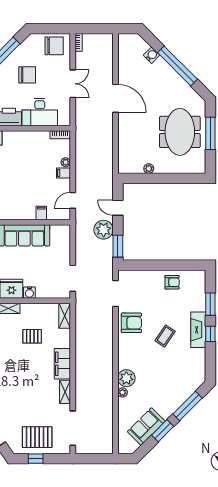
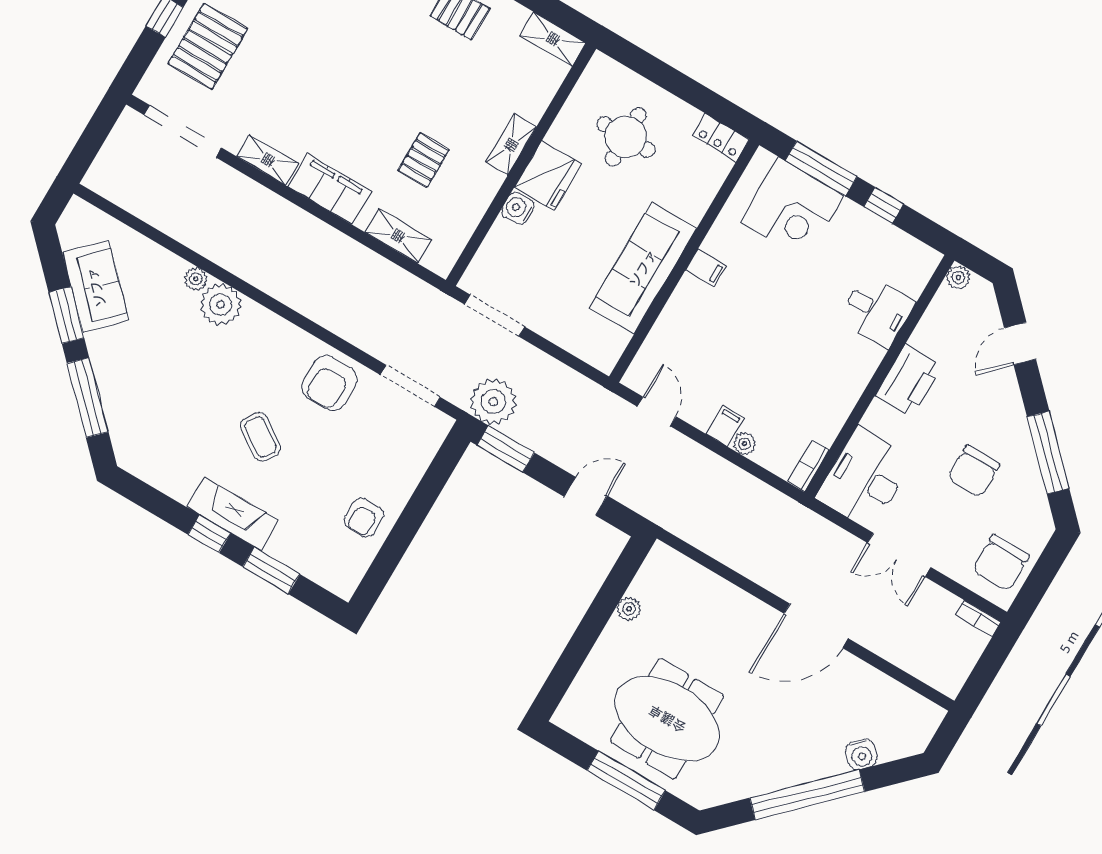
desk: (40, 112) -> (865, 478), moved
filing cabinet: (41, 213) -> (706, 268), moved
plant: (104, 230) -> (493, 402), moved
shelving: (65, 316) -> (398, 236), moved

